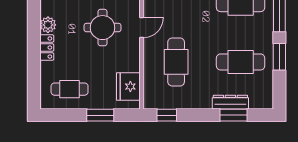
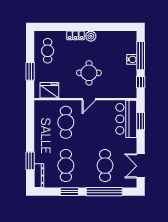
door: (142, 28) -> (89, 99), hinge flipped
cafe table: (176, 62) -> (66, 122), turned 90
dresser: (230, 102) -> (39, 176), moved
window: (167, 115) -> (30, 116), removed

